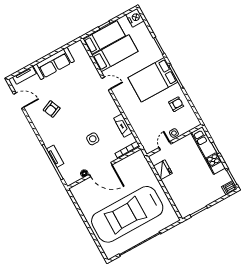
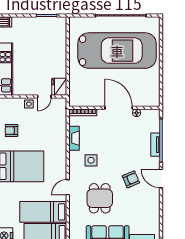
door: (106, 84) -> (68, 187), hinge flipped
dining table: (76, 89) -> (100, 198), added
door: (19, 101) -> (161, 178), moved
armchair: (52, 109) -> (131, 179), moved
side table: (93, 139) -> (91, 160), moved
fridge: (163, 170) -> (59, 87), moved

